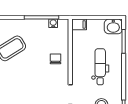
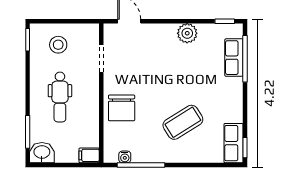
chair: (56, 59) -> (122, 108), width x1.87, depth x1.87

